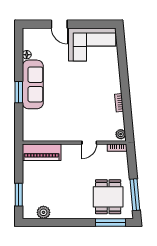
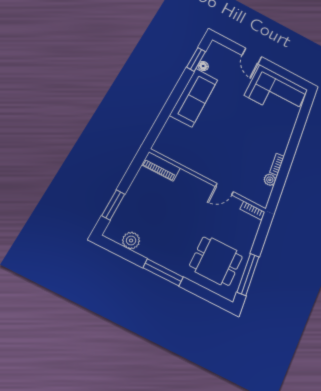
window: (19, 92) -> (196, 59), moved
plant: (121, 134) -> (270, 180), moved
piano: (42, 152) -> (161, 166), width x0.73, depth x0.75
dining table: (108, 197) -> (216, 261), turned 90
window: (111, 223) -> (163, 272), moved

